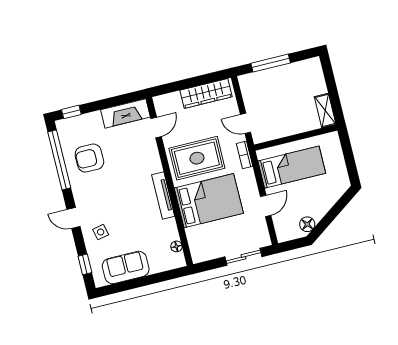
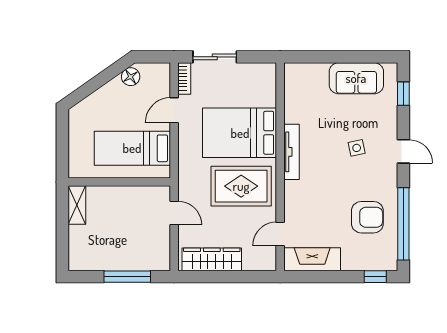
bookcase: (245, 155) -> (184, 78), moved
side table: (101, 232) -> (357, 148), moved
floor lamp: (176, 246) -> (291, 88), removed

